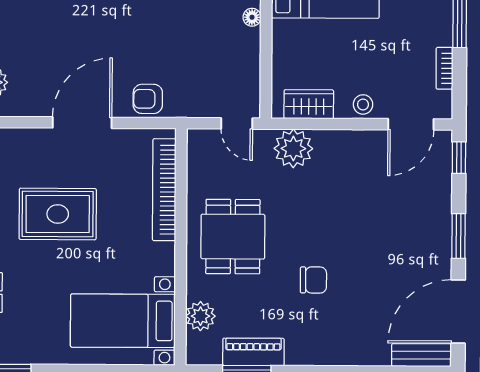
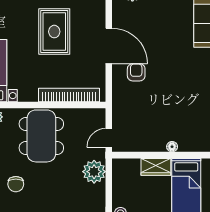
armchair: (148, 99) -> (136, 72), moved
wardrobe: (309, 104) -> (156, 167), moved, turned 90
dining table: (233, 237) -> (41, 136), width x1.38

